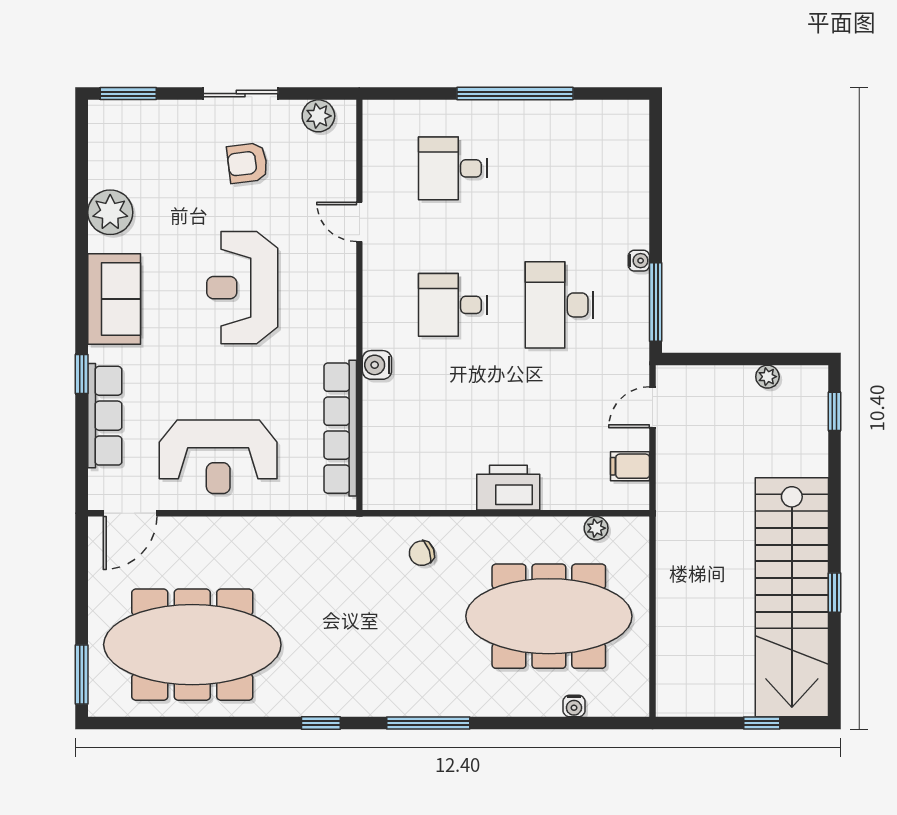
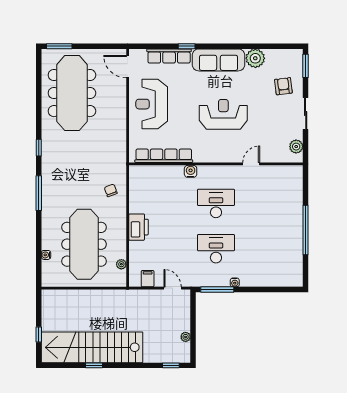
armchair: (247, 163) -> (283, 86), moved
desk: (453, 168) -> (274, 203), removed
sofa: (114, 299) -> (219, 60), width x1.36
desk: (453, 305) -> (216, 203), width x1.37

